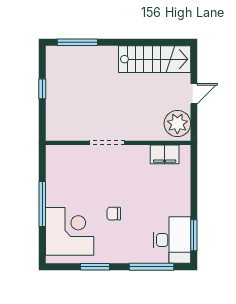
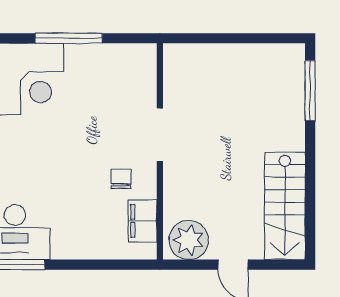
window: (42, 89) -> (241, 38), removed
chair: (114, 214) -> (121, 179), moved

